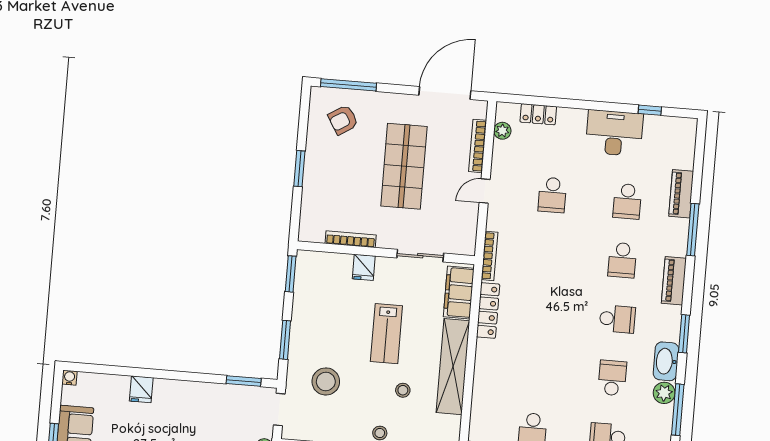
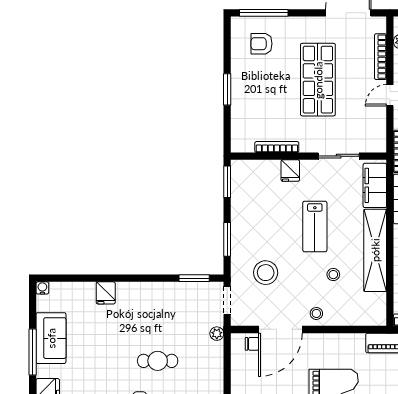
armchair: (343, 120) -> (261, 44), turned 32

